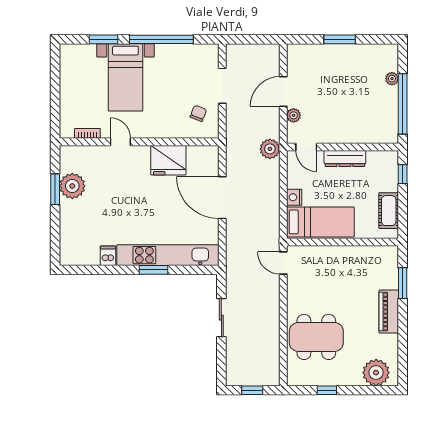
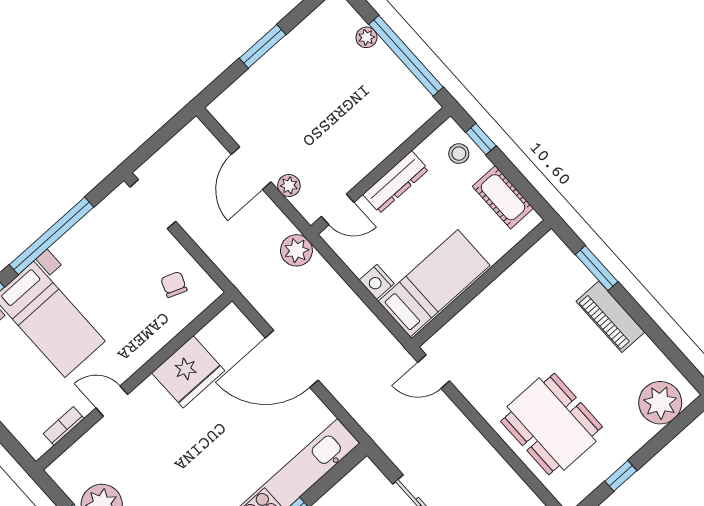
doorway: (222, 86) -> (153, 204), moved
stool: (386, 172) -> (459, 154), added
dining table: (316, 337) -> (552, 424), turned 90

